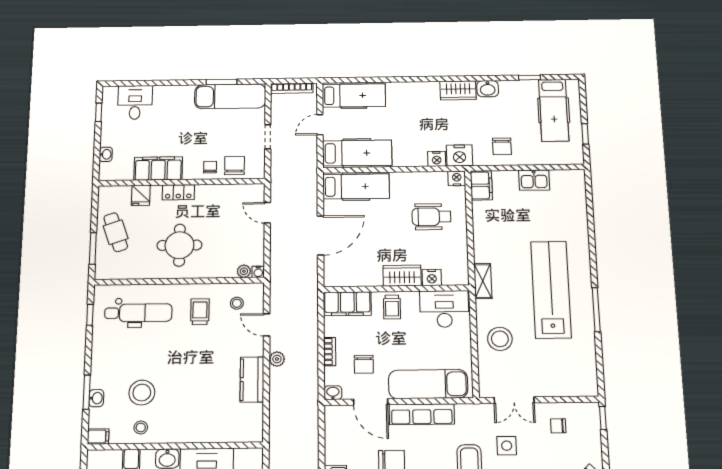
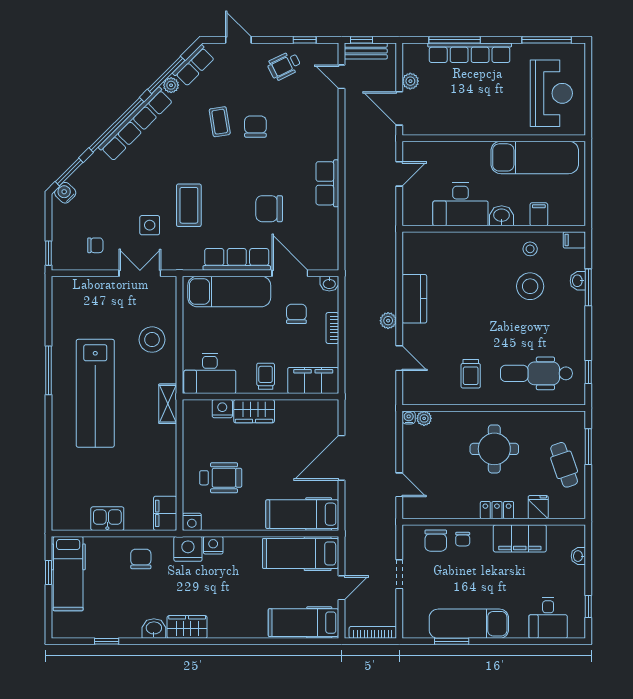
exam couch: (230, 96) -> (469, 624), moved
hospital bed: (554, 110) -> (68, 574), moved, turned 180
stool: (237, 303) -> (431, 383), removed

